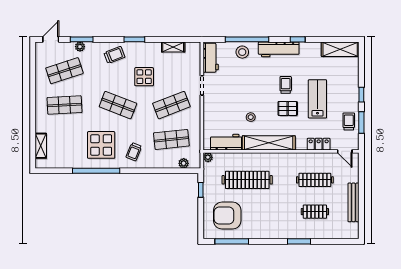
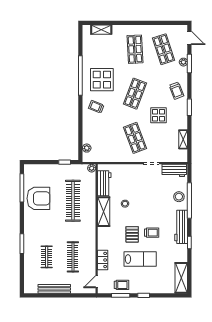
shop shelf: (171, 139) -> (106, 138), removed
shelving: (269, 143) -> (104, 212), width x0.68
armchair: (227, 216) -> (38, 198), moved, turned 90

